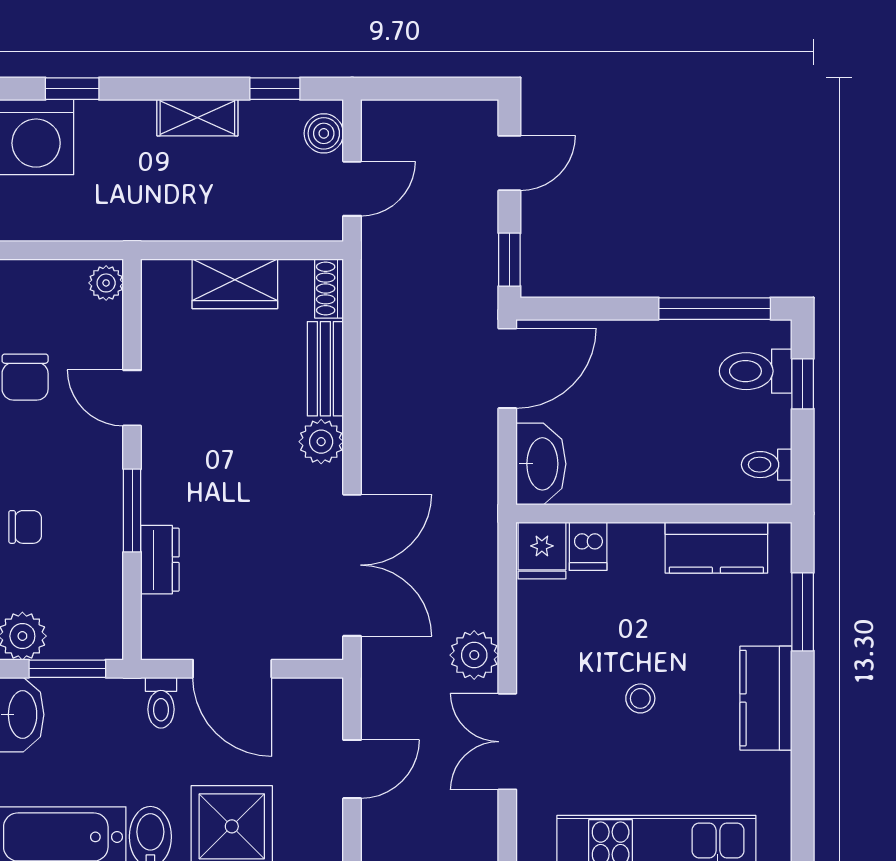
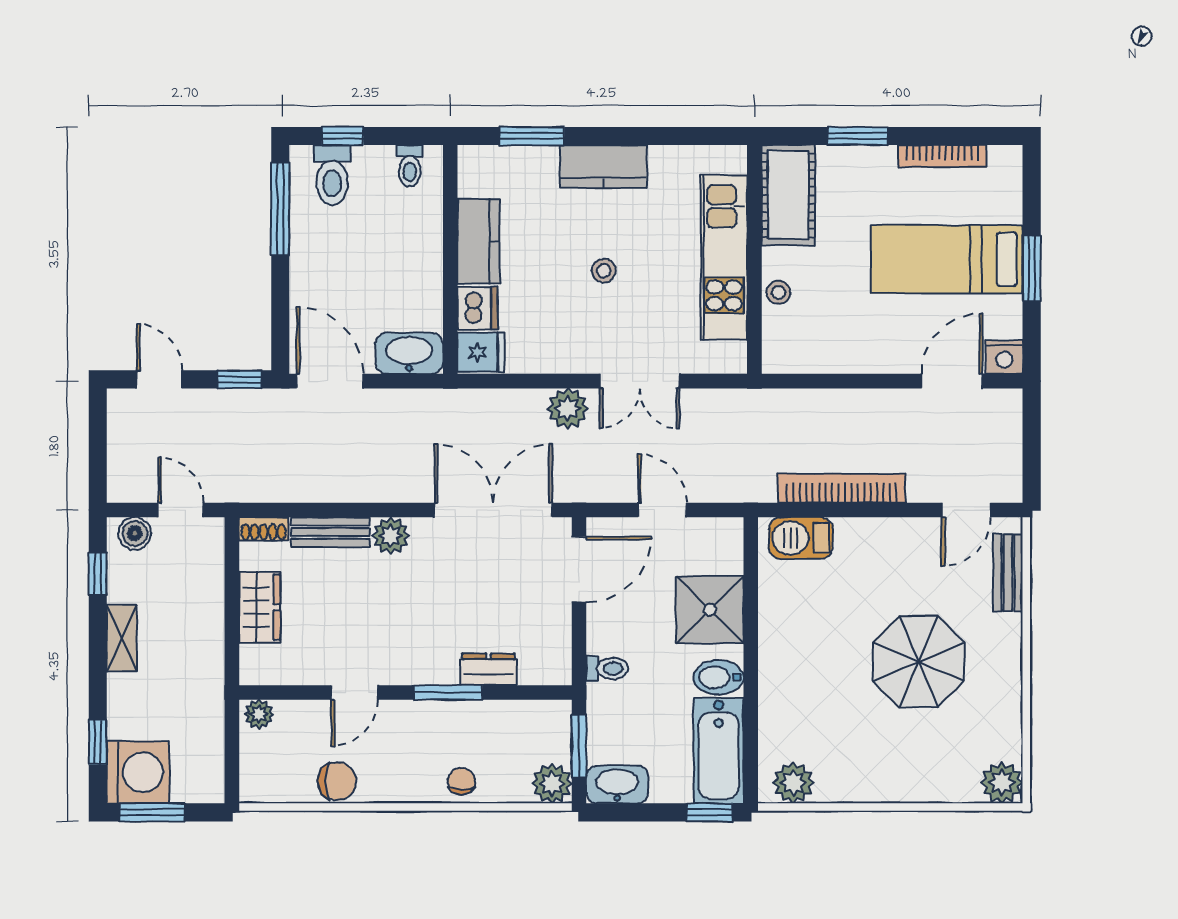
dishwasher: (588, 546) -> (477, 308), width x1.38
kitchen counter: (716, 548) -> (479, 241), moved
door: (232, 669) -> (579, 569), moved

